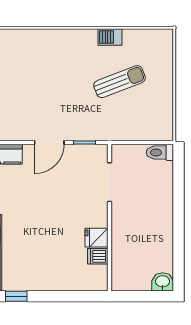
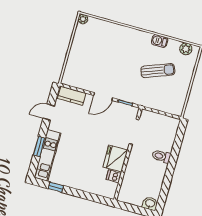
plant: (152, 38) -> (186, 49), added
toilet: (160, 152) -> (161, 156), moved
fridge: (97, 238) -> (115, 159), width x1.88, depth x1.34

